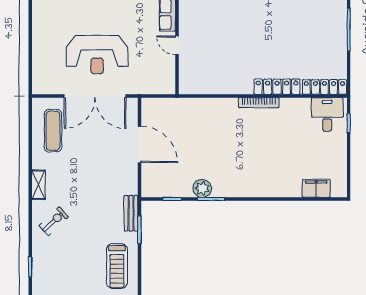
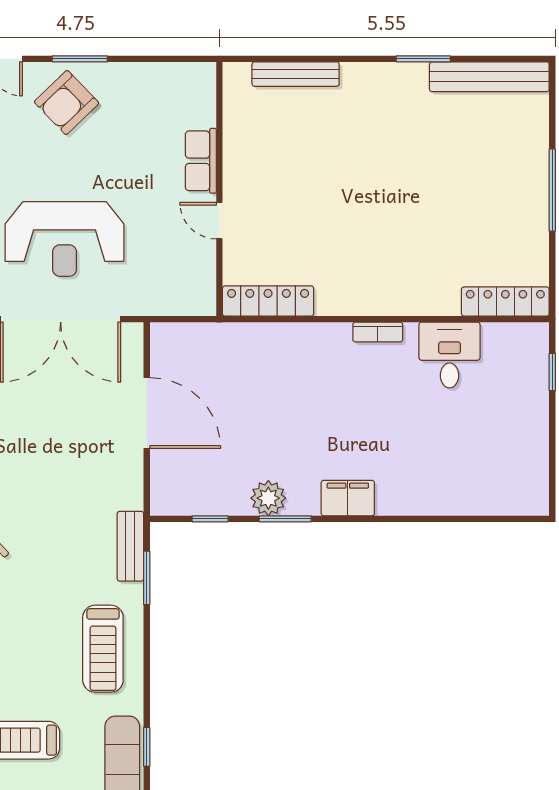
locker: (277, 87) -> (268, 301), moved
bookcase: (259, 103) -> (378, 332), width x0.64
desk: (327, 115) -> (450, 355), moved
filing cabinet: (316, 188) -> (348, 498), moved

